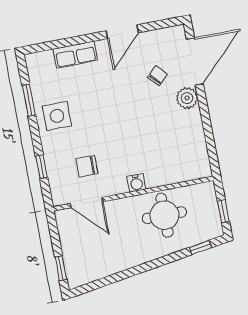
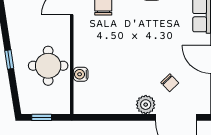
water cooler: (136, 183) -> (81, 74), moved
window: (200, 247) -> (9, 59), moved

